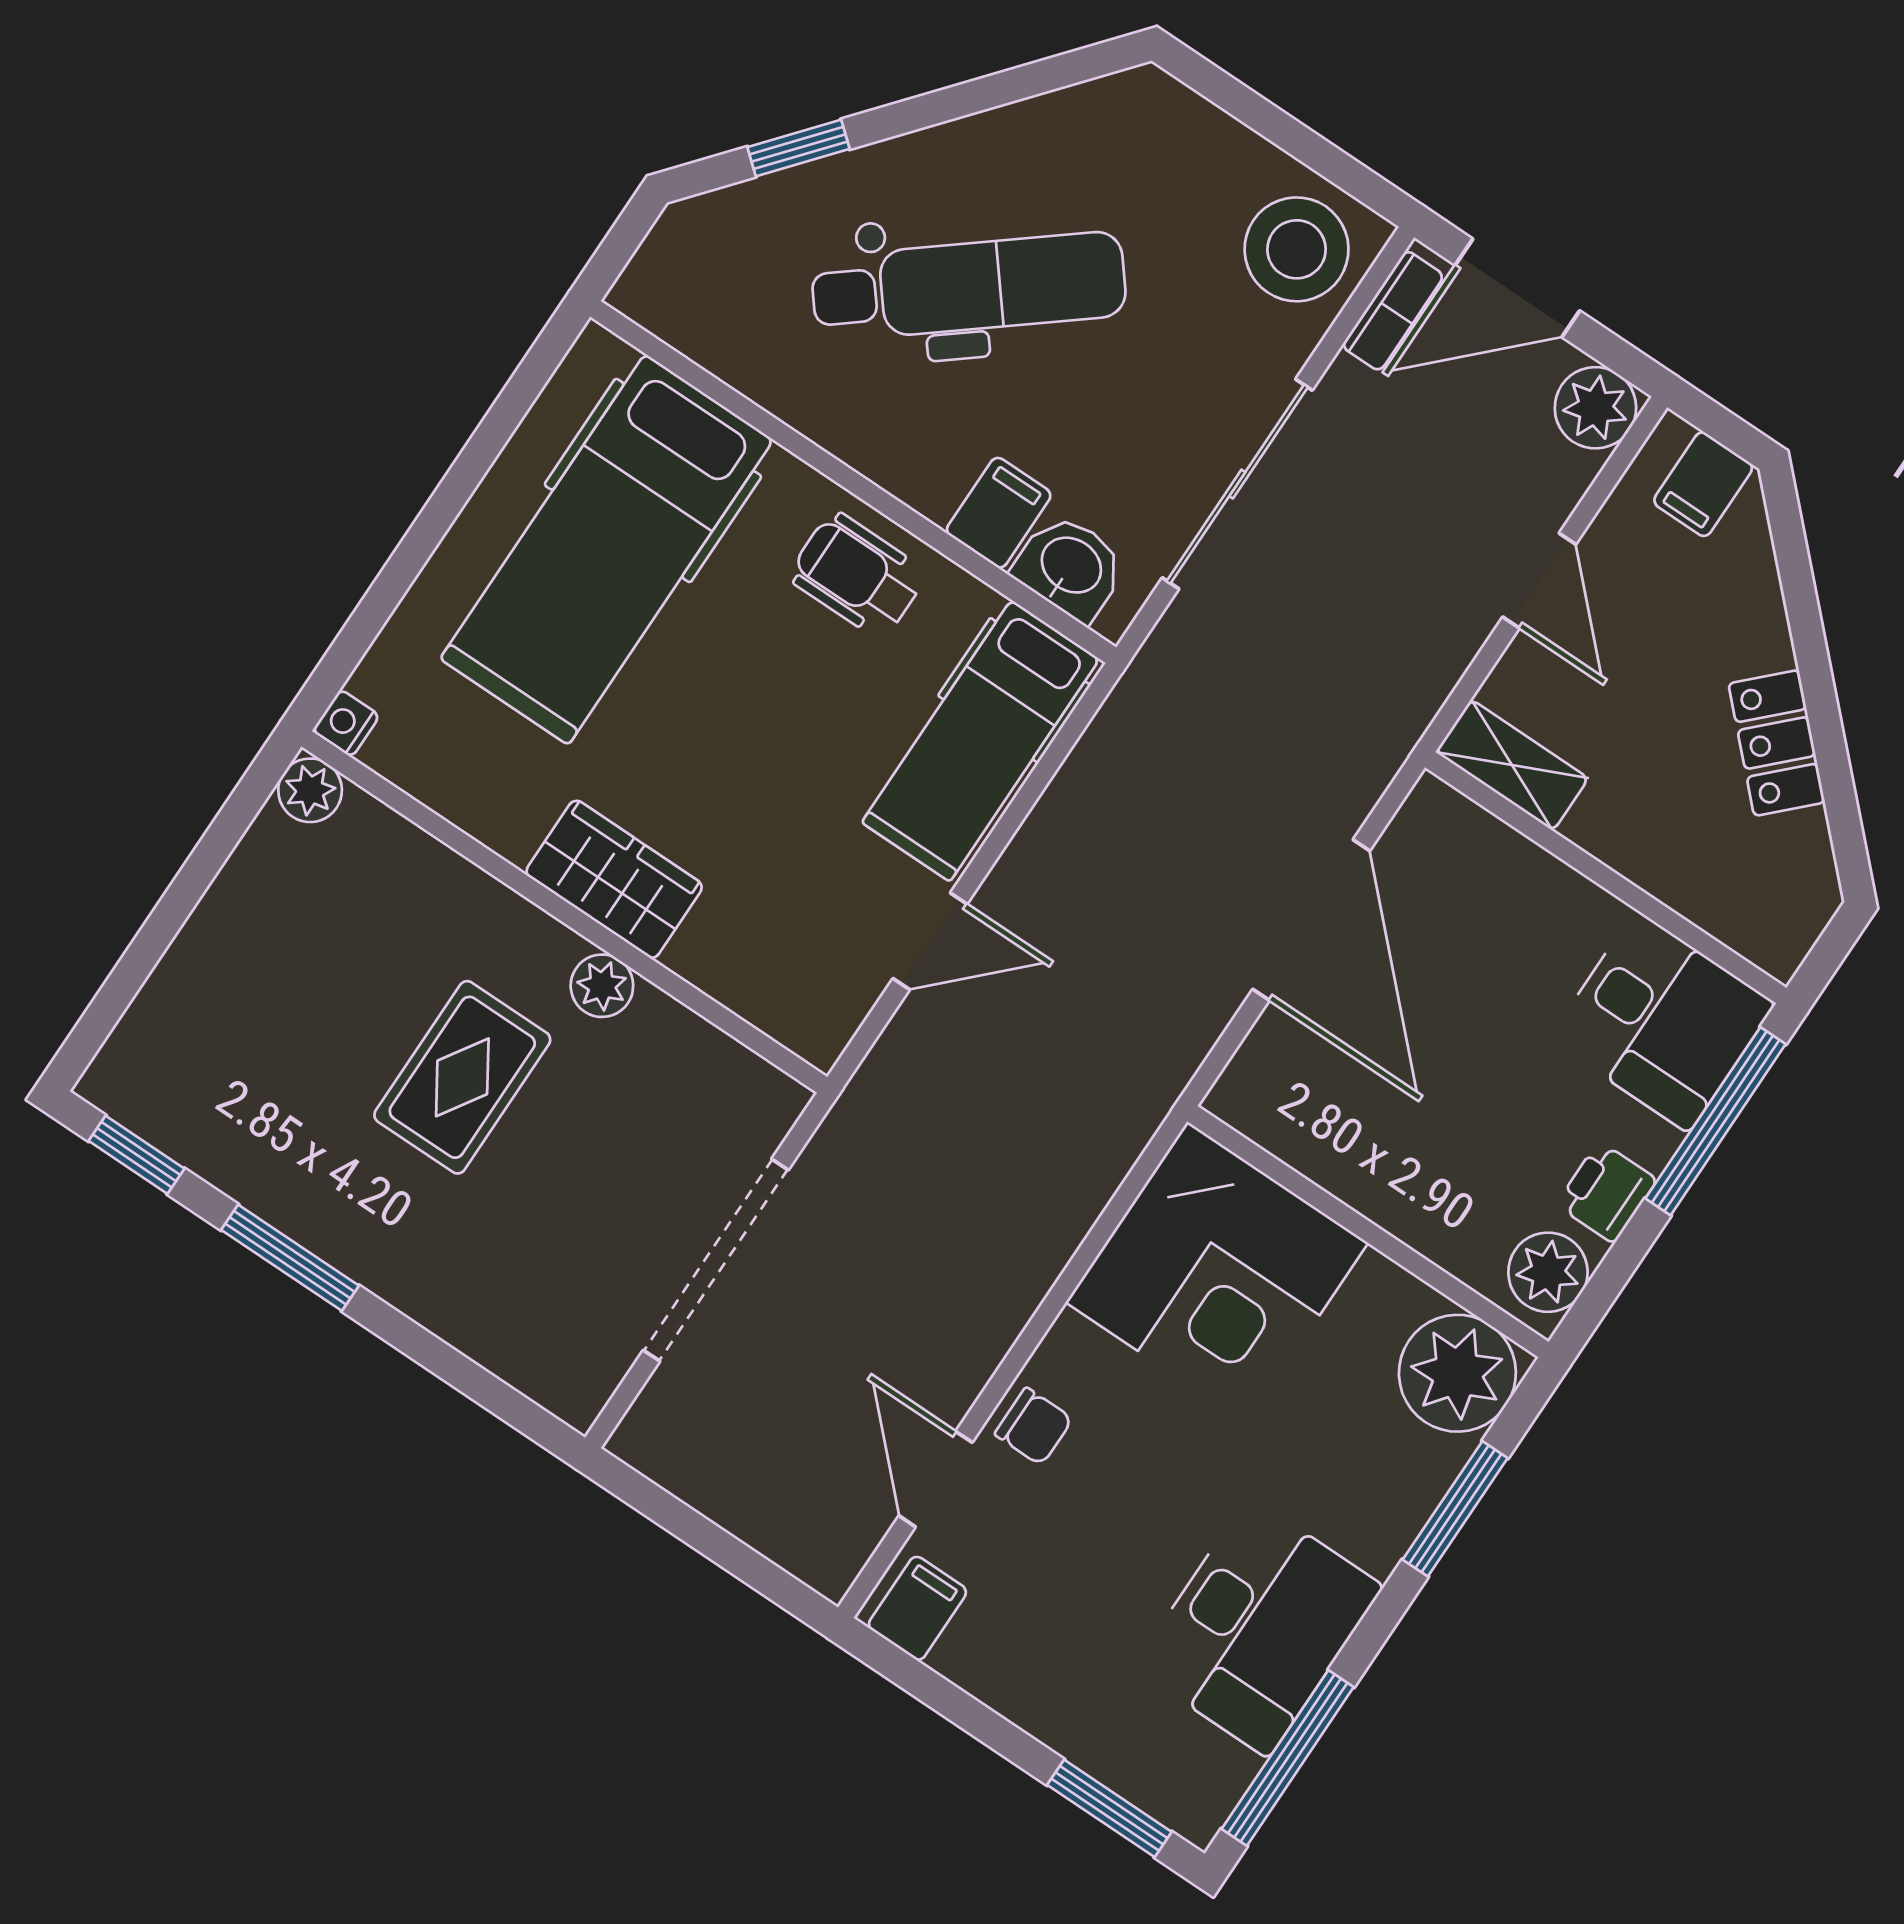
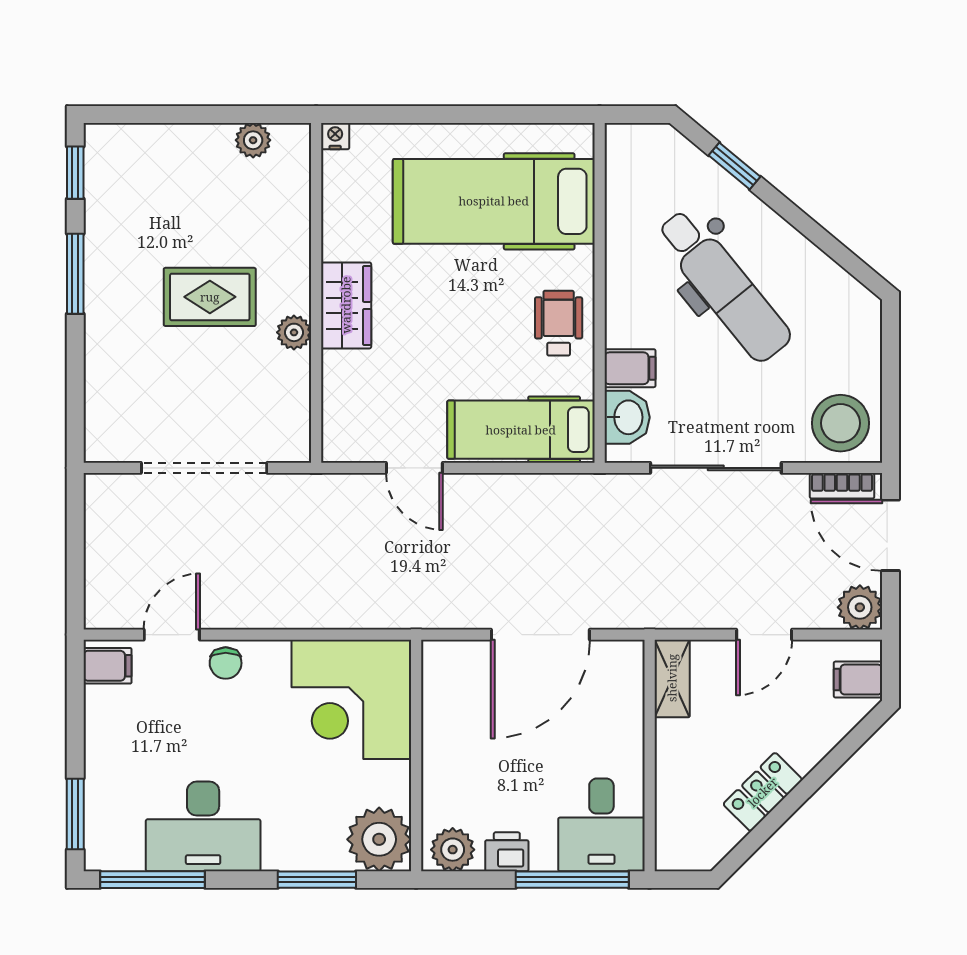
plant: (310, 790) -> (253, 140), moved

